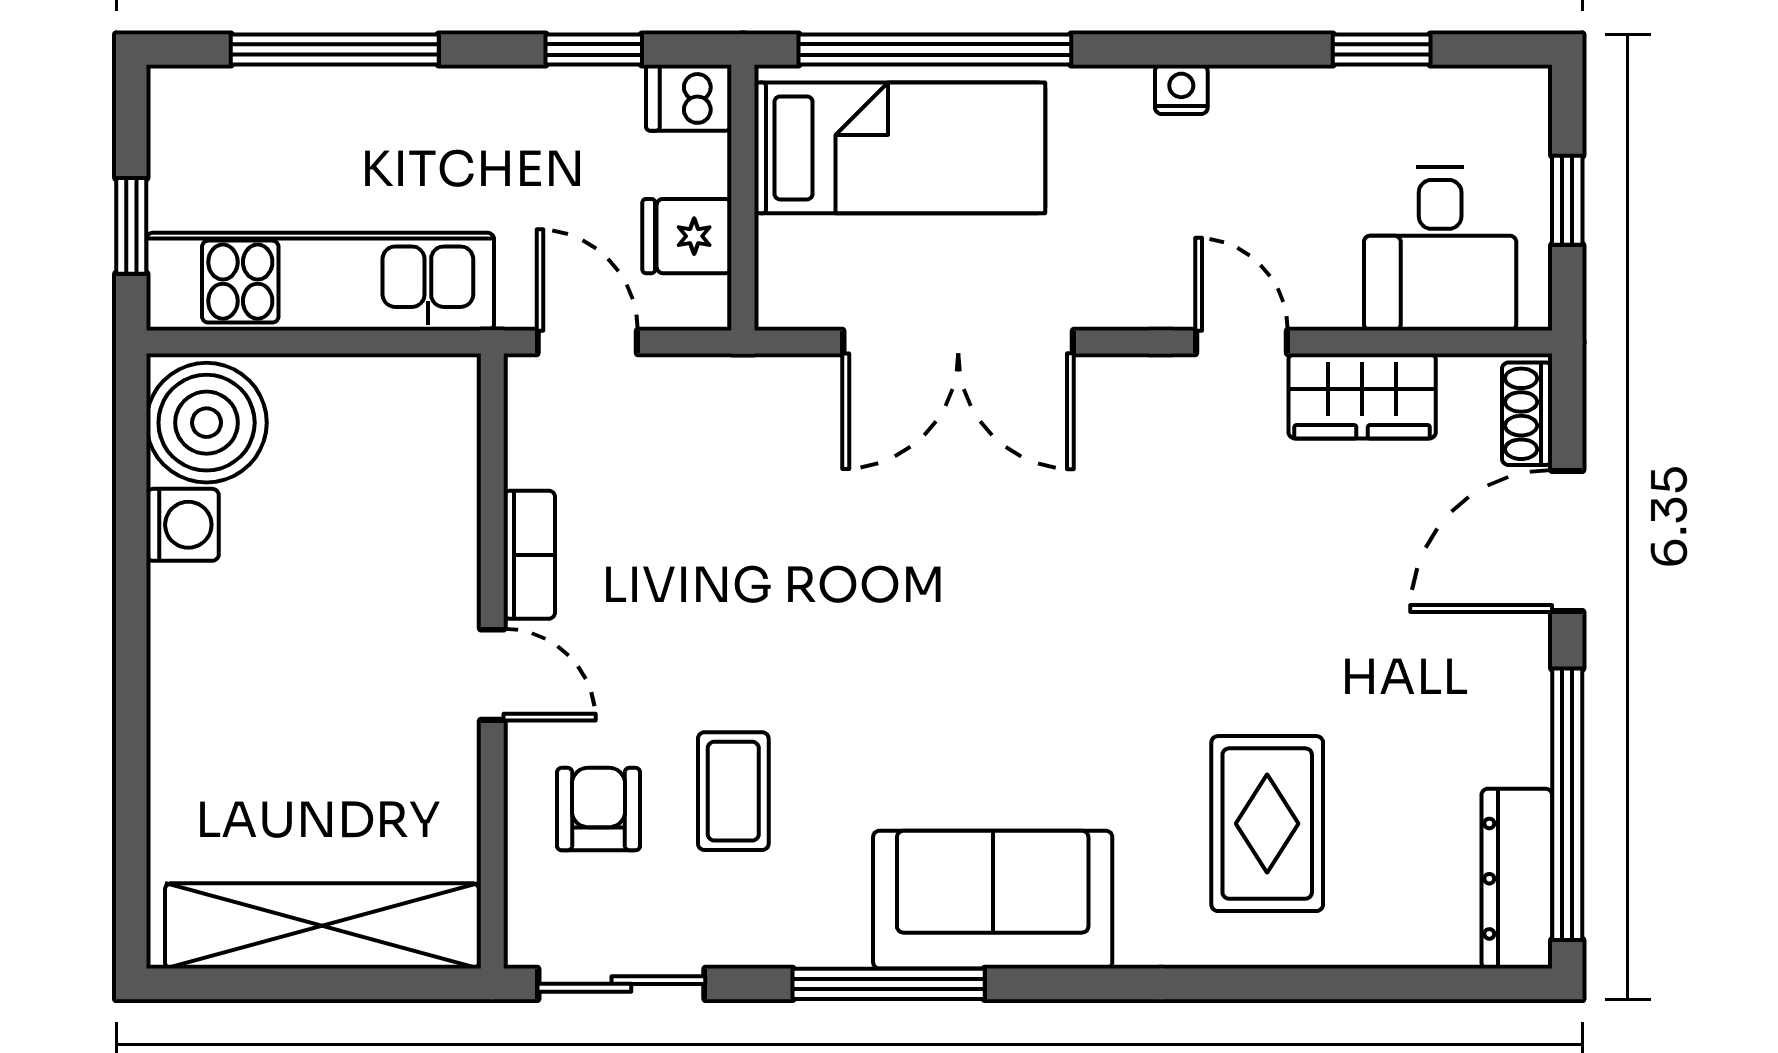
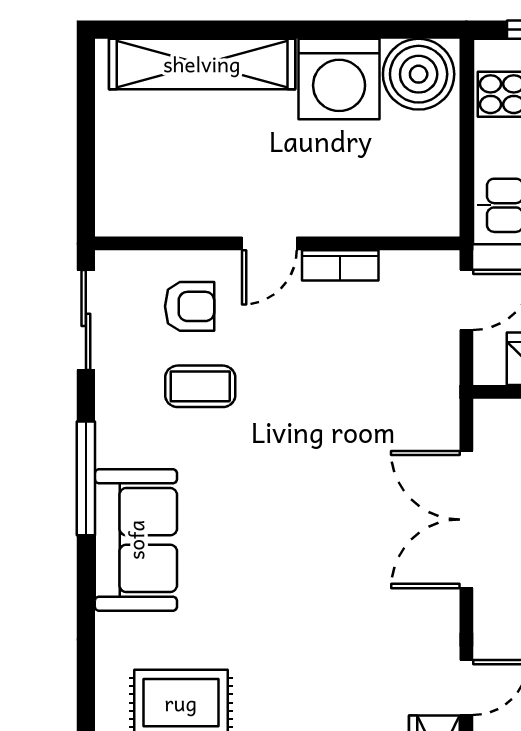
washing machine: (183, 525) -> (339, 79), width x1.89, depth x1.89
shelving: (322, 926) -> (202, 64), moved, turned 90

